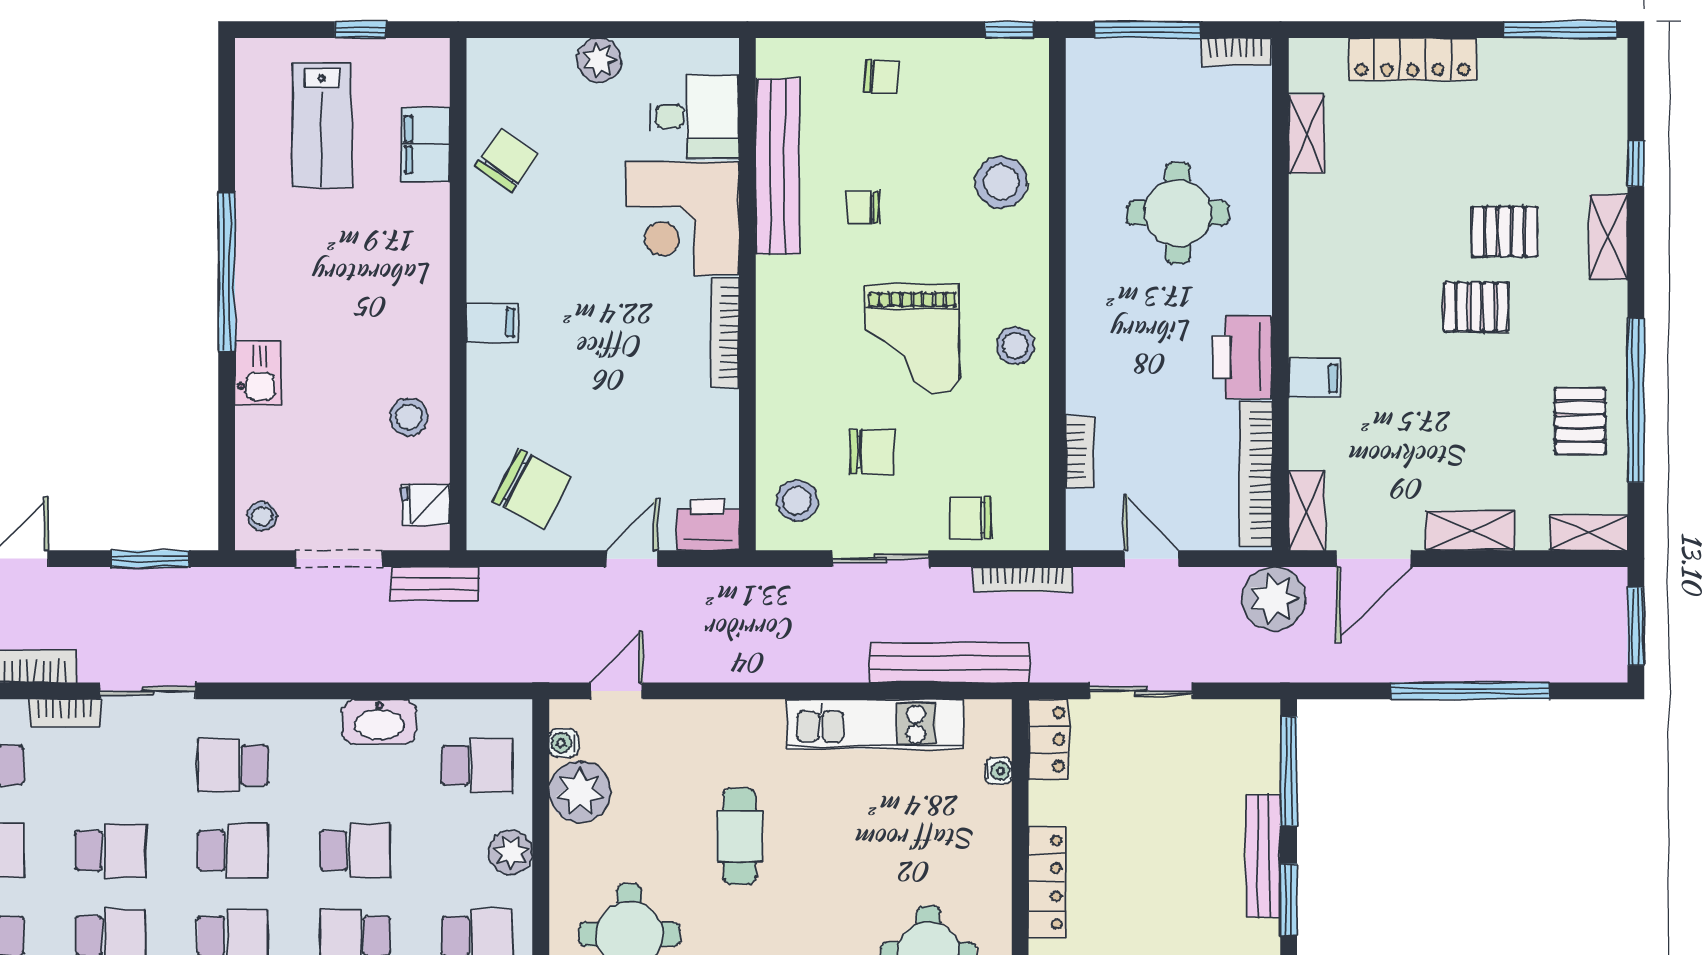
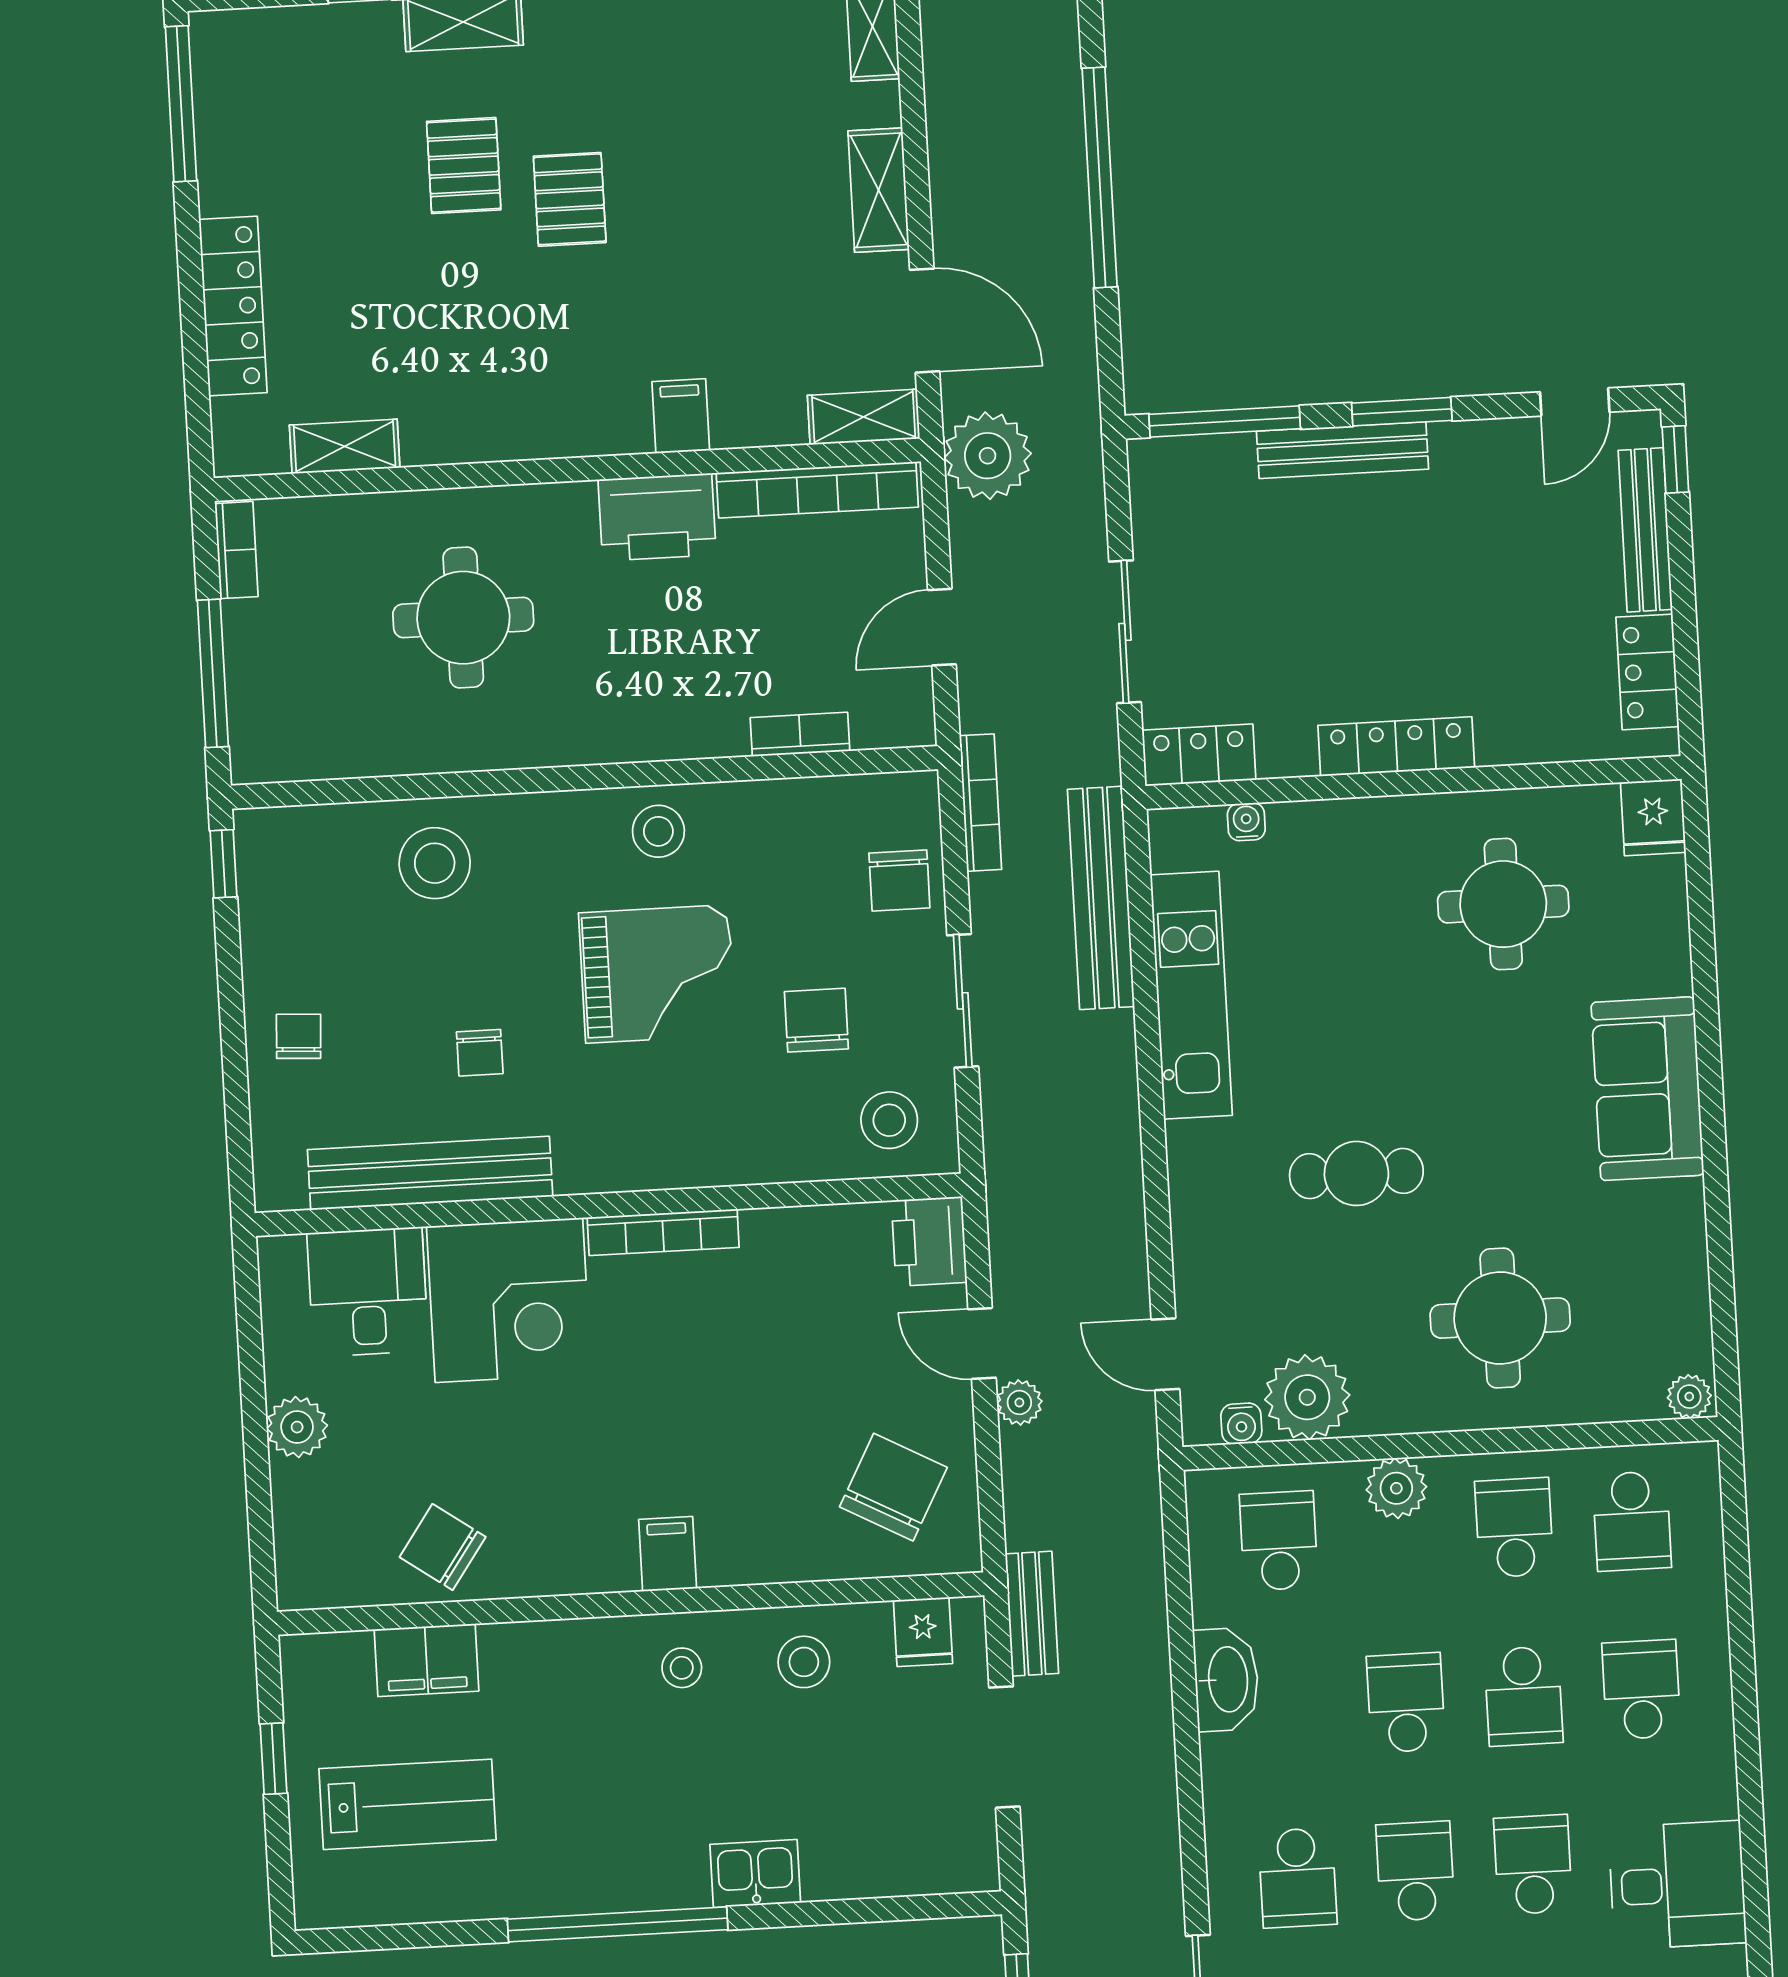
pallet: (1580, 421) -> (719, 47), removed
stool: (262, 516) -> (682, 1668), moved
plant: (588, 583) -> (1019, 1402), added

